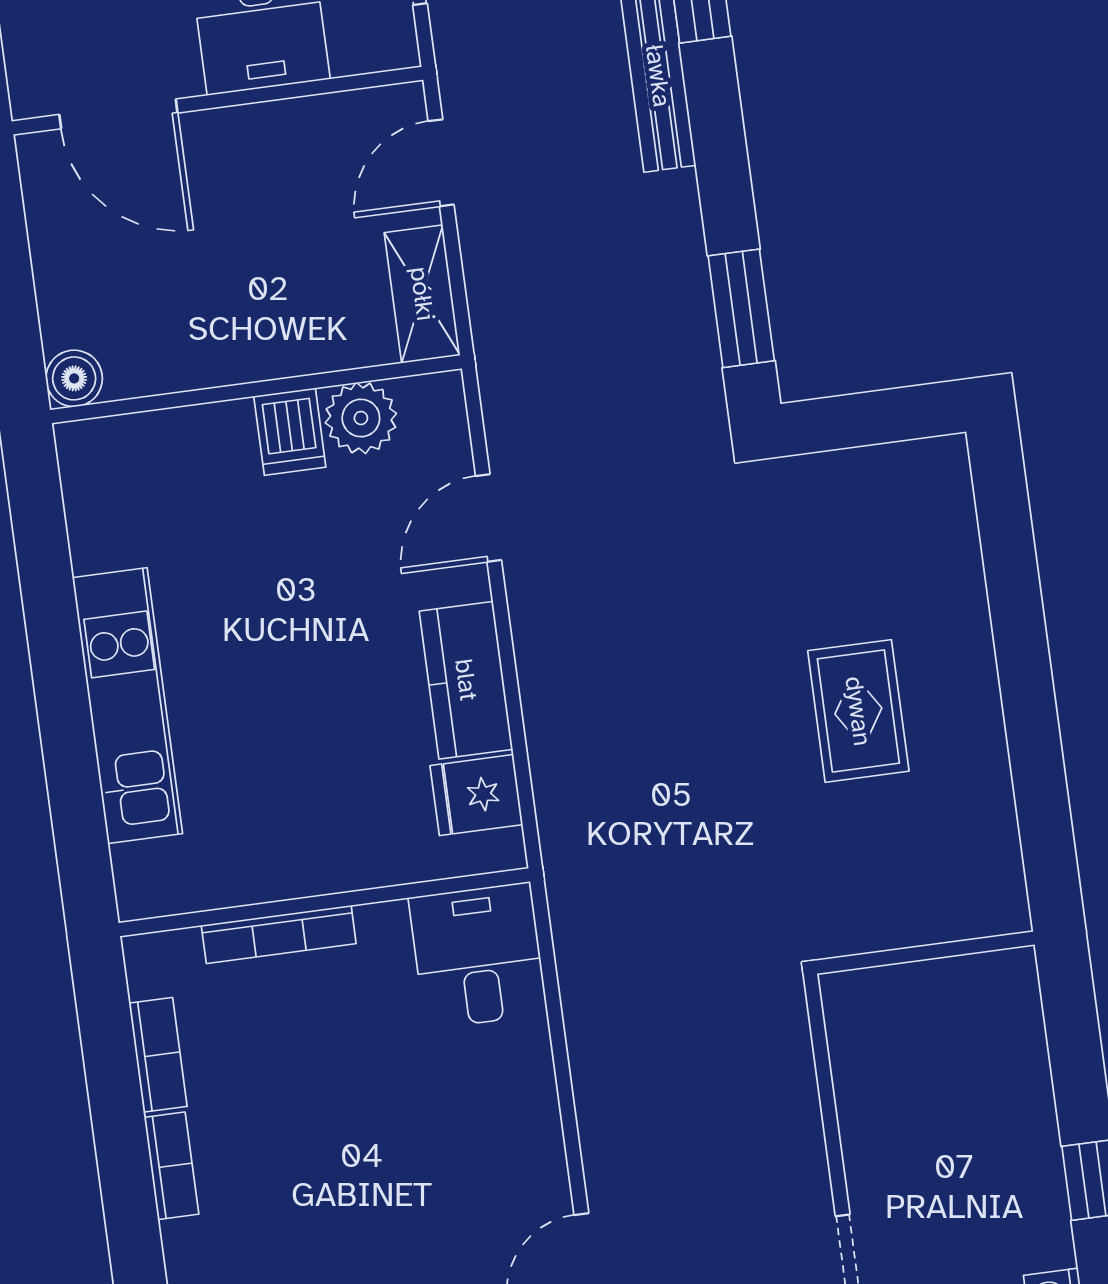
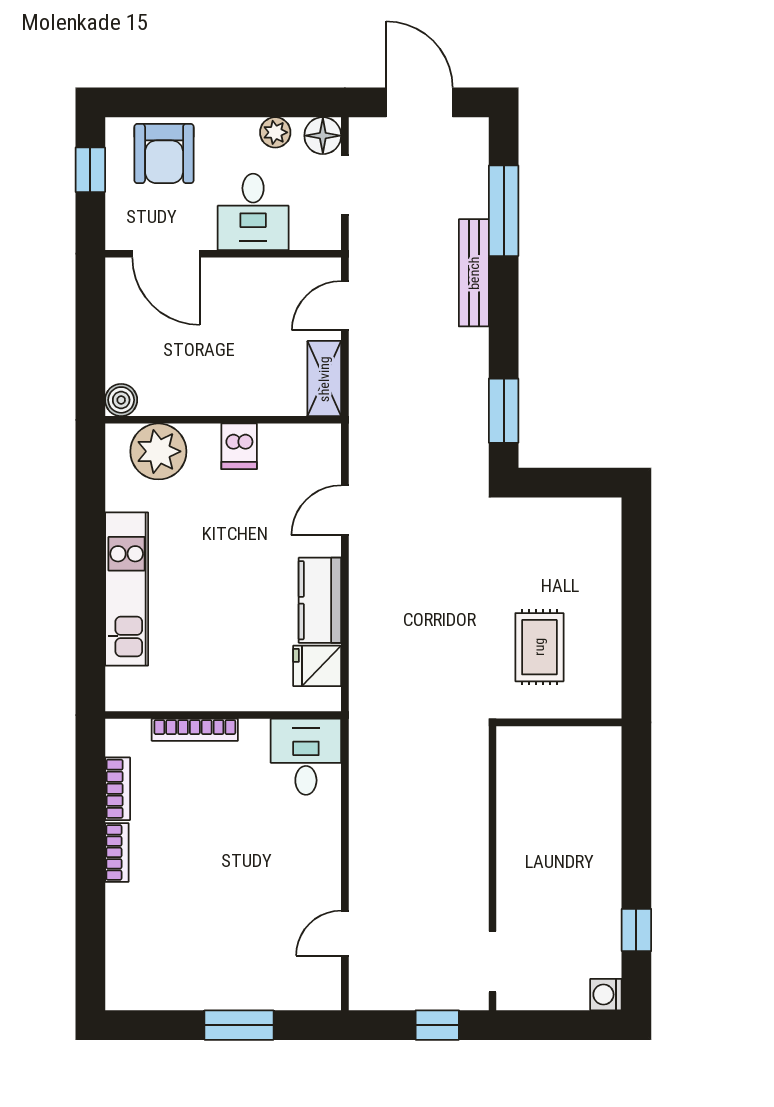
plant: (361, 418) -> (158, 451), moved, width x1.36, depth x1.36
wall: (925, 953) -> (559, 722), moved

